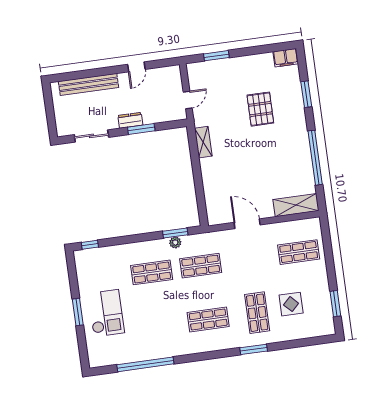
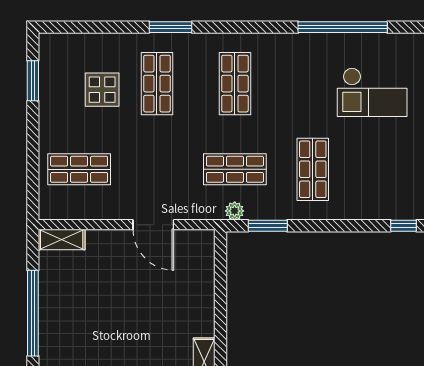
shelving: (296, 205) -> (62, 240), width x0.67, depth x0.75
plant: (175, 243) -> (235, 211), moved
shop shelf: (152, 272) -> (313, 169), turned 90
checkout: (106, 313) -> (372, 92), moved, turned -90
shop shelf: (208, 319) -> (235, 84), turned 90

